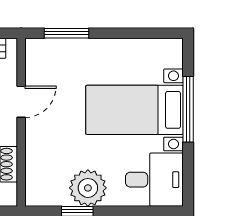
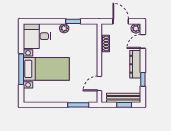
door: (21, 102) -> (99, 84), moved
plant: (88, 188) -> (64, 28), width x0.53, depth x0.53

